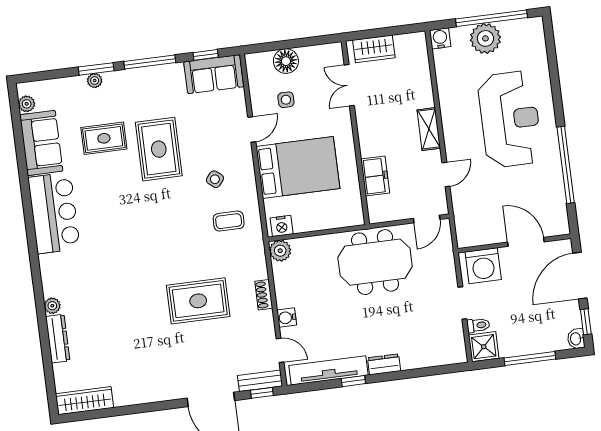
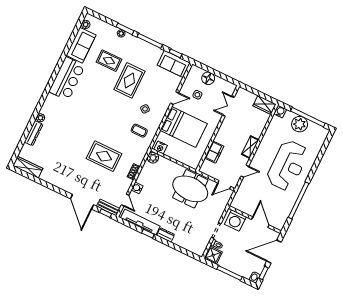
wardrobe: (374, 49) -> (264, 105), moved

